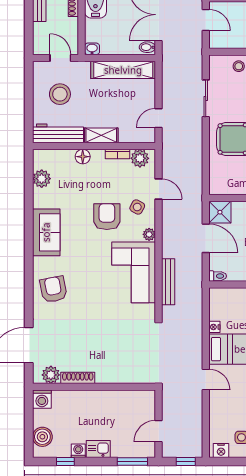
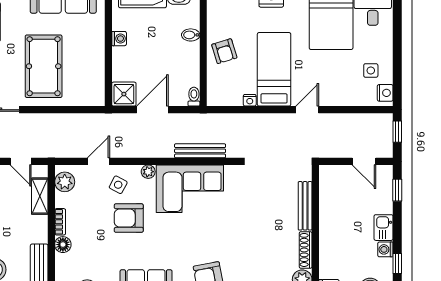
shelving: (101, 135) -> (40, 196), moved
bookcase: (117, 154) -> (60, 222), moved
bench: (118, 377) -> (305, 206), added
window: (132, 462) -> (397, 190), width x0.67

